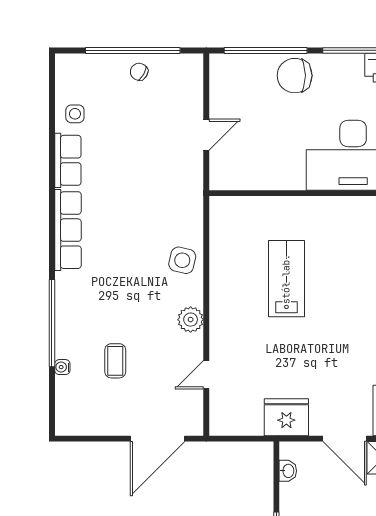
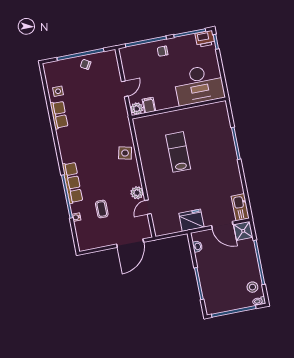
chair: (295, 76) -> (163, 51), width x0.54, depth x0.54
filing cabinet: (247, 176) -> (149, 105), added
plant: (222, 178) -> (137, 109), added
row of seats: (68, 230) -> (72, 183), moved
plant: (191, 320) -> (137, 193), moved

